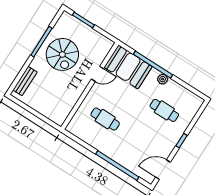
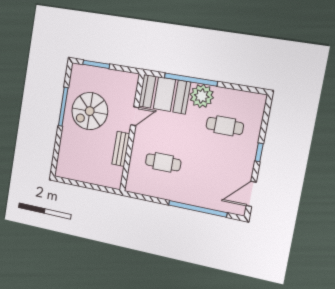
spiral stairs: (62, 54) -> (90, 111), turned 90
plant: (163, 79) -> (202, 96), width x1.88, depth x1.88
bench: (25, 81) -> (121, 149), moved

